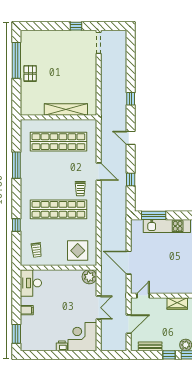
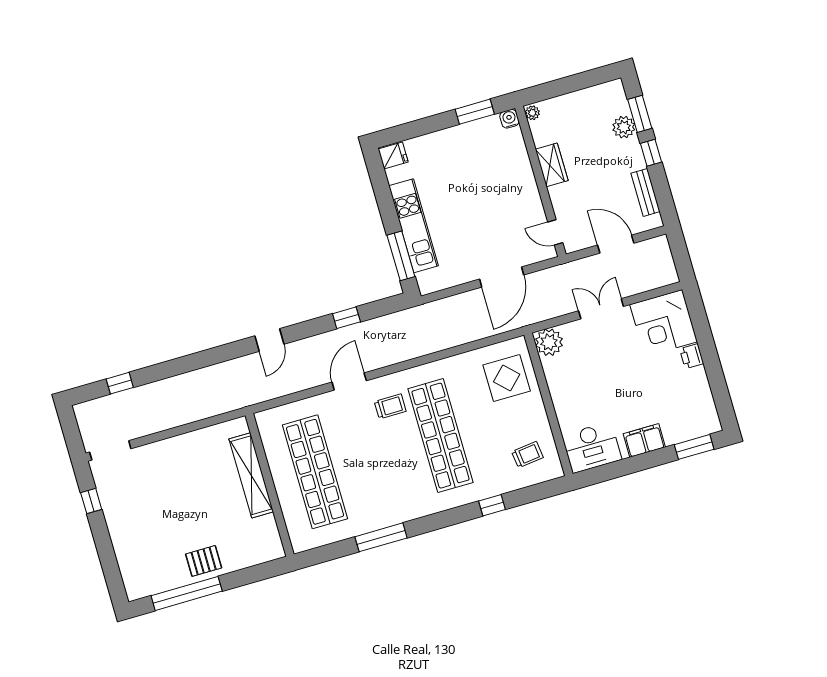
window: (131, 99) -> (120, 383), moved
filing cabinet: (27, 310) -> (644, 440), width x2.00

